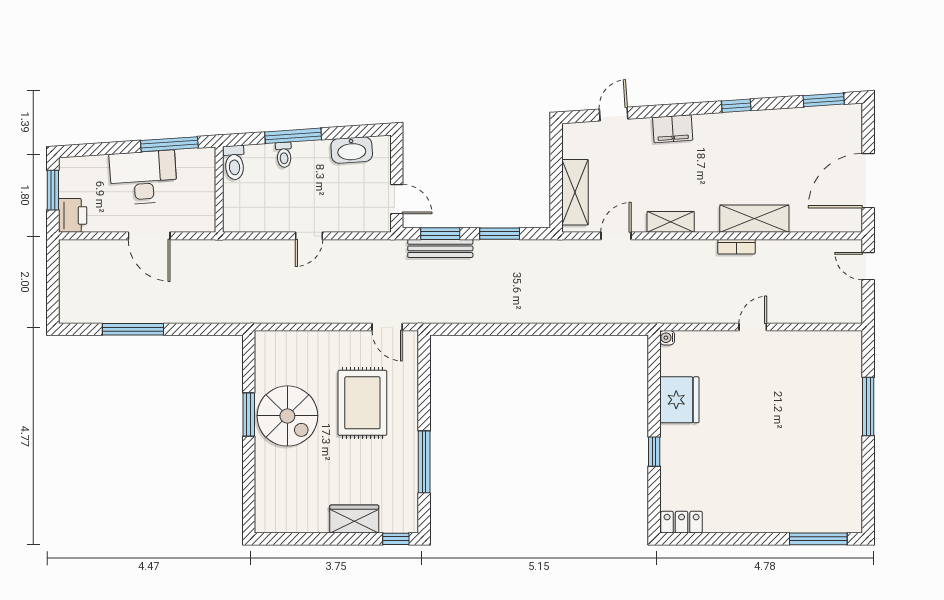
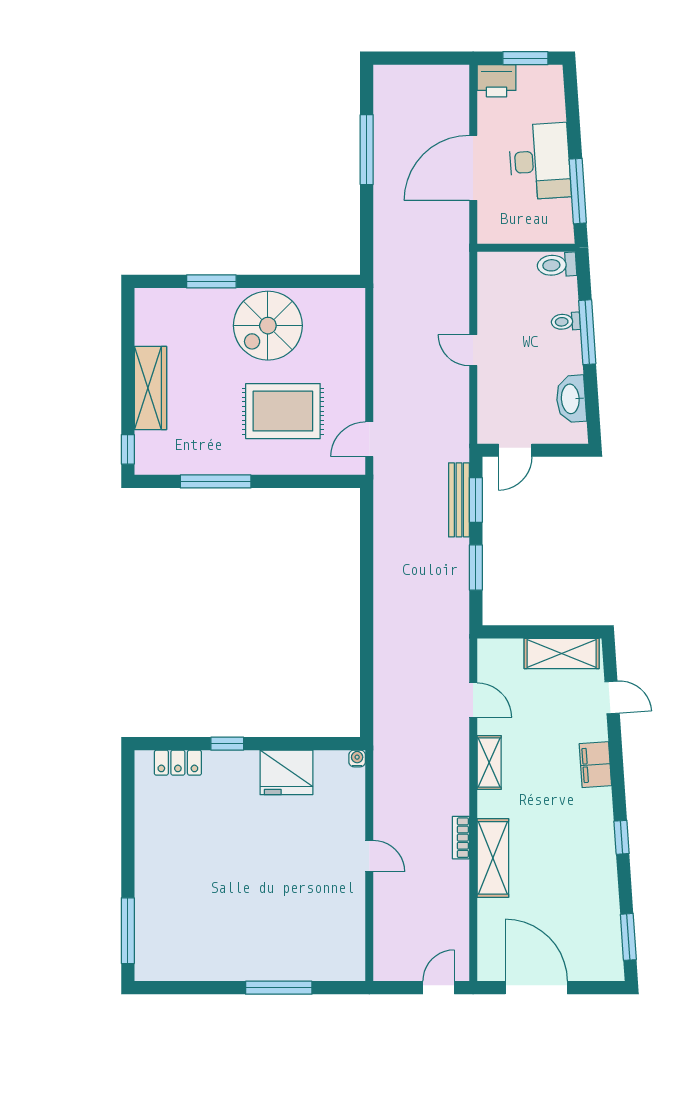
shelving: (575, 192) -> (562, 653), moved
door: (149, 236) -> (473, 168), width x1.36
window: (249, 414) -> (211, 281), moved
wardrobe: (354, 519) -> (150, 388), width x1.50
locker: (682, 522) -> (178, 763), moved, turned 90

